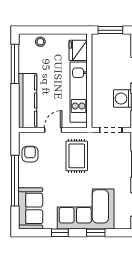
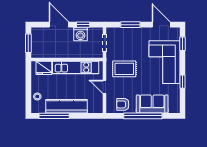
kitchen counter: (28, 101) -> (67, 106), moved
sofa: (31, 208) -> (152, 104), moved
window: (96, 233) -> (183, 44), moved

